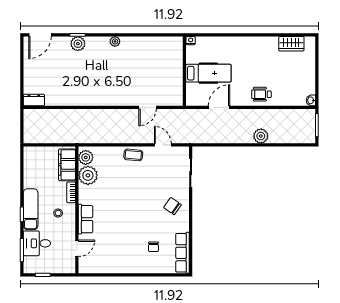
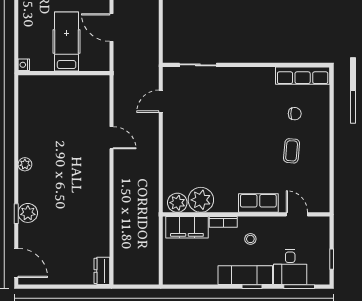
door: (147, 107) -> (111, 138), moved
coffee table: (133, 155) -> (292, 151), moved
chair: (172, 206) -> (241, 89), removed

